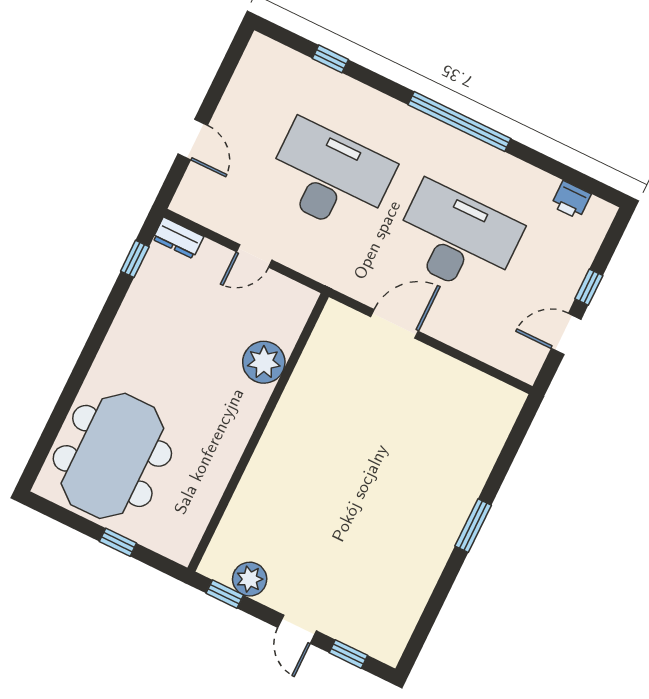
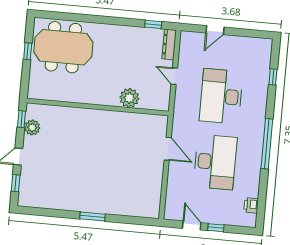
desk: (330, 177) -> (221, 96), turned 180
dresser: (178, 238) -> (169, 44), width x1.44
window: (118, 542) -> (28, 51), moved

